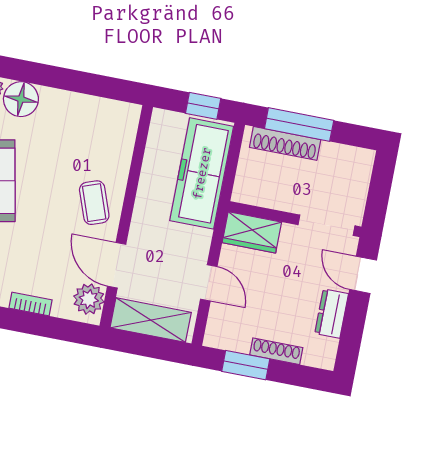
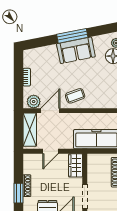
window: (246, 365) -> (19, 193), moved

